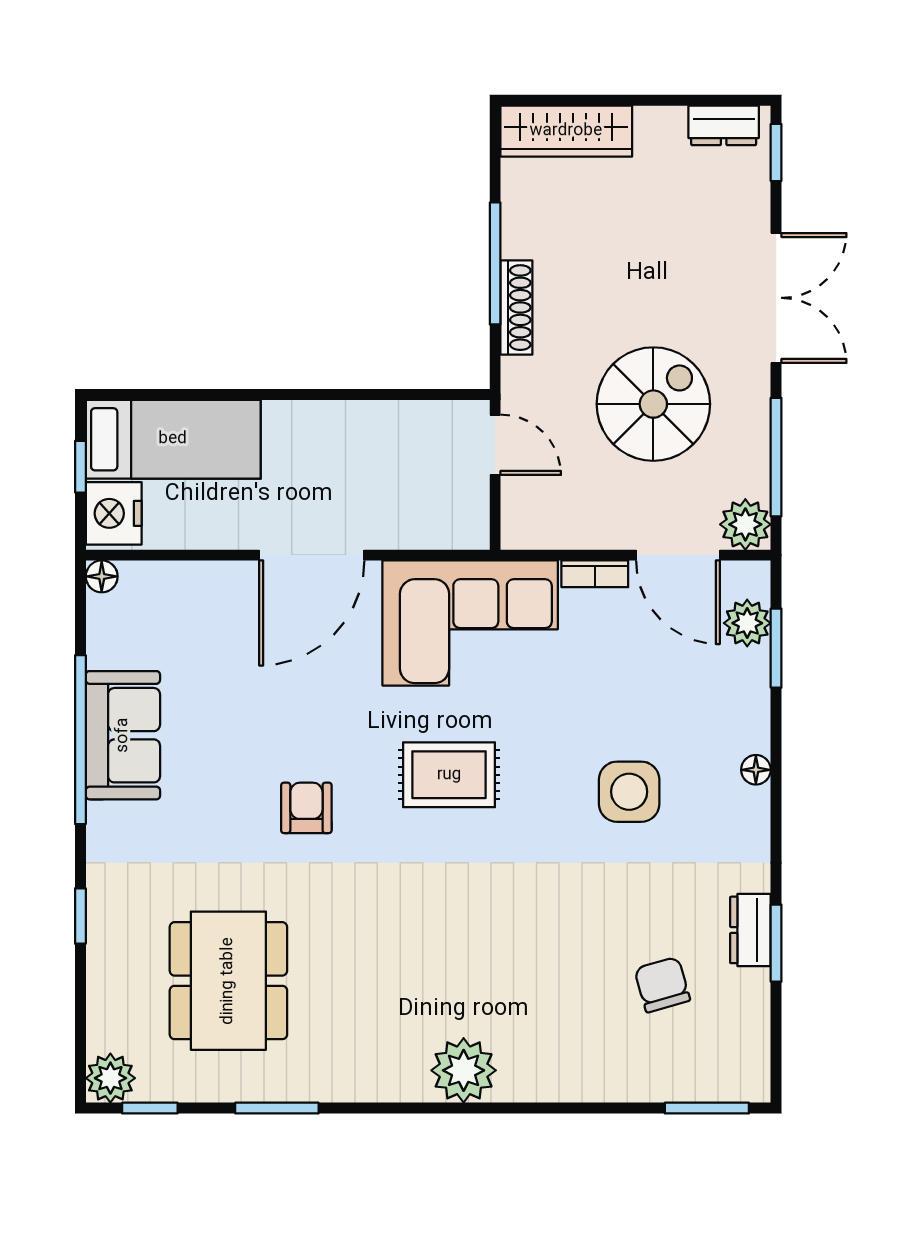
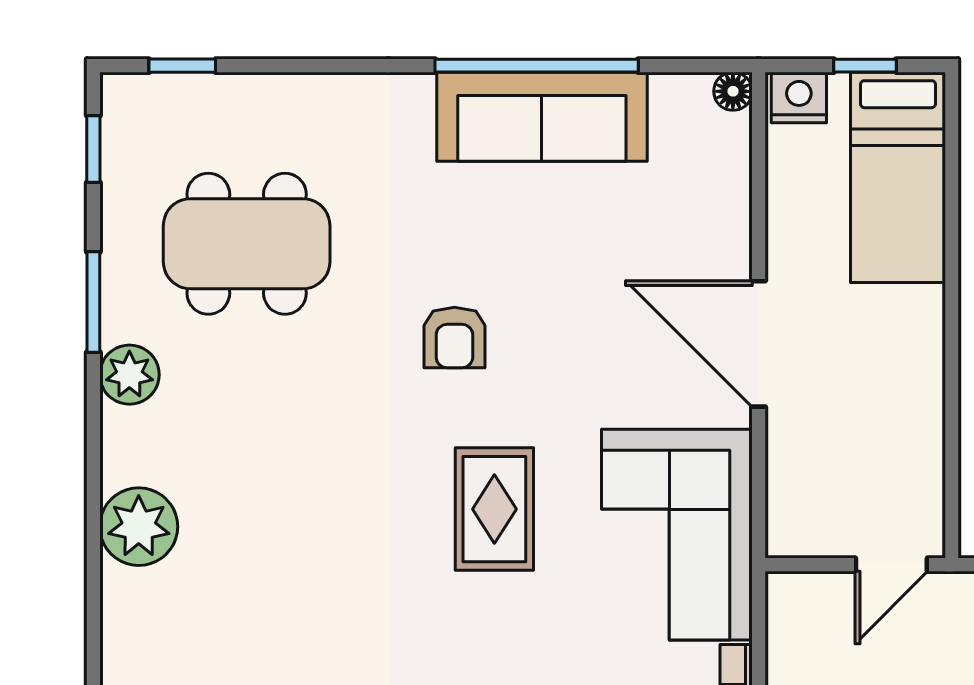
nightstand: (114, 513) -> (799, 97), width x0.74, depth x0.75
sofa: (123, 735) -> (542, 117), width x1.36
armchair: (306, 808) -> (454, 338), turned 90
window: (80, 916) -> (182, 66), moved
plant: (110, 1078) -> (129, 375), moved

